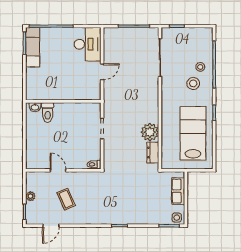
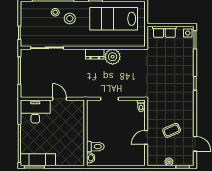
dresser: (153, 152) -> (95, 54), moved

